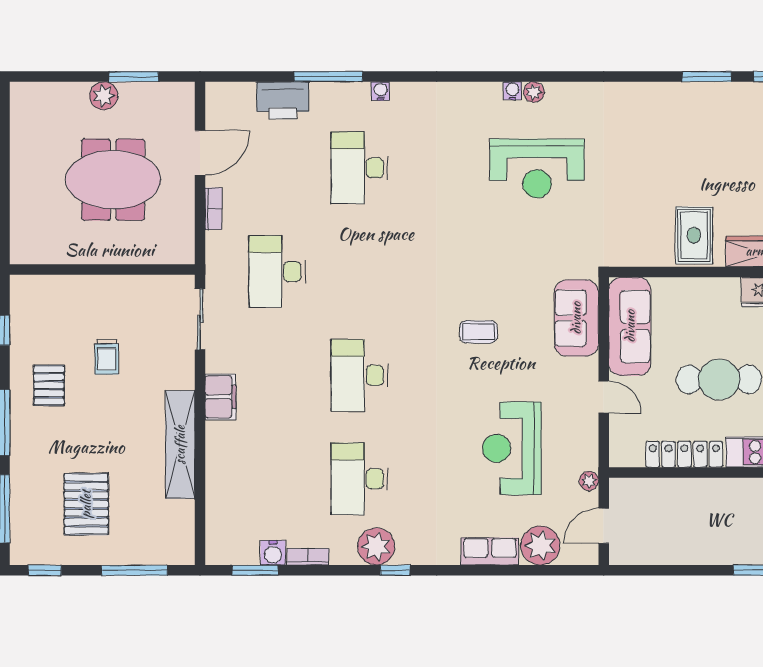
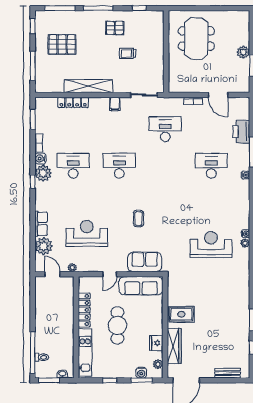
reception desk: (537, 168) -> (211, 245), turned 90
meeting table: (113, 180) -> (196, 39), moved
filing cabinet: (221, 397) -> (115, 104), width x0.50
locker: (217, 479) -> (73, 102), added
water cooler: (273, 553) -> (40, 159), moved

